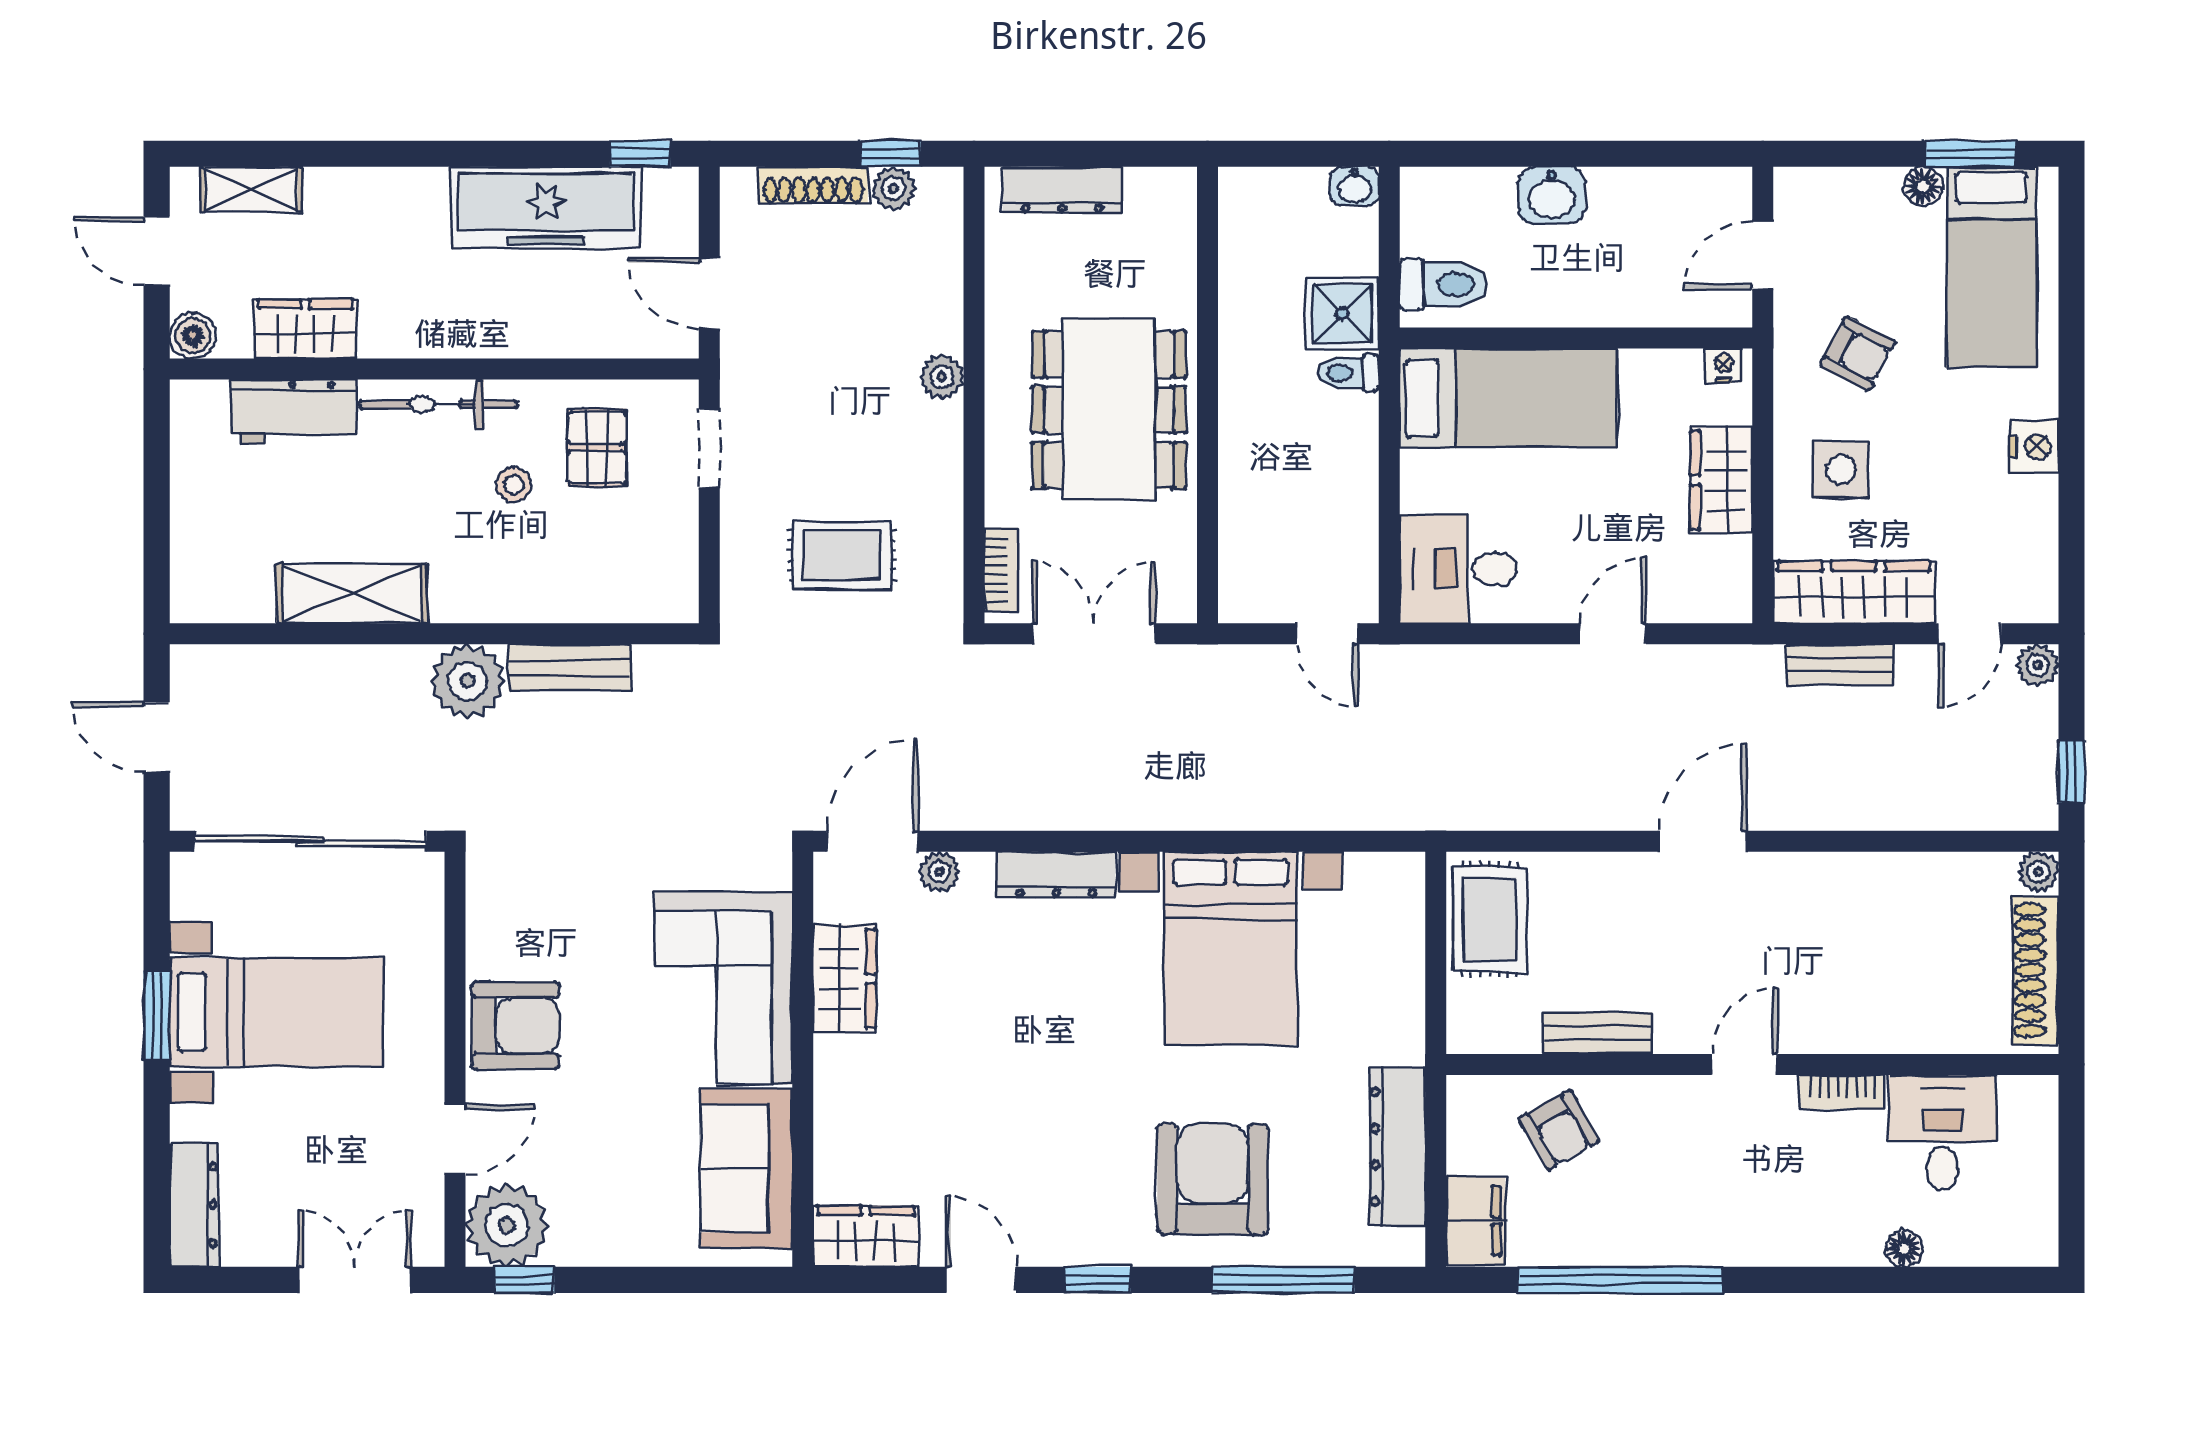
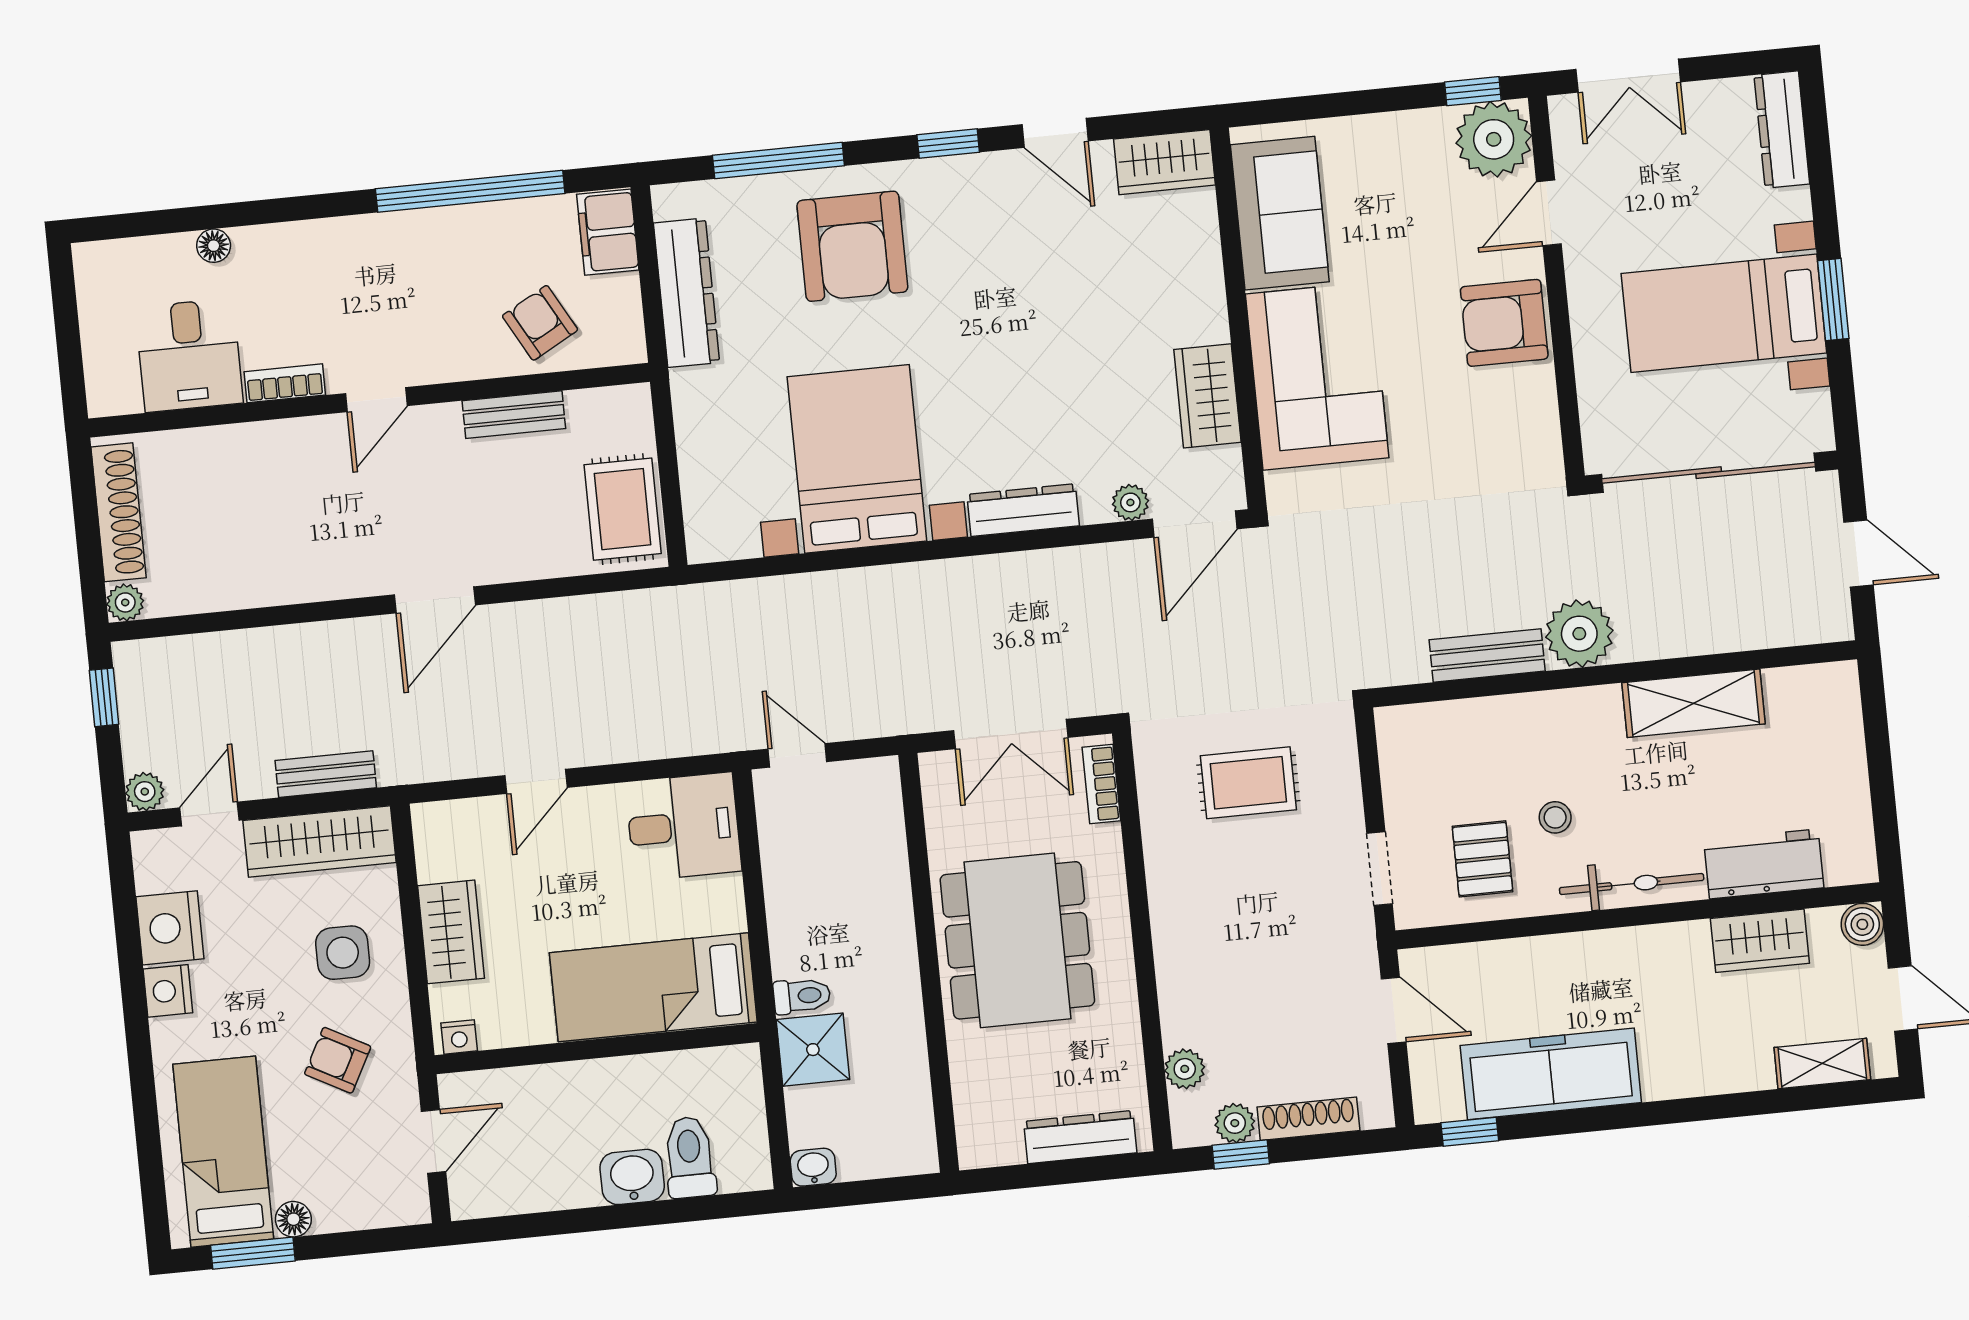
toilet: (1443, 284) -> (690, 1157), moved, turned 90
plant: (942, 377) -> (1185, 1069), moved
nightstand: (2025, 515) -> (170, 928), added

